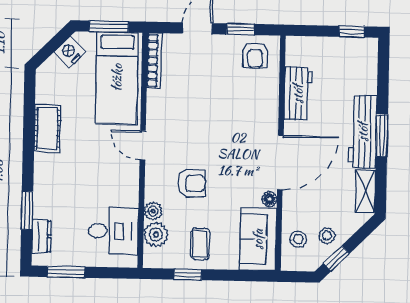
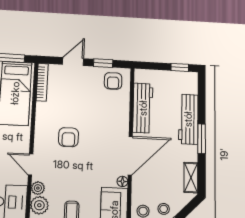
workbench: (298, 94) -> (143, 108), width x1.38
workbench: (363, 132) -> (188, 119), moved
door: (143, 145) -> (31, 165), moved
armchair: (192, 183) -> (68, 137), moved, turned 90

